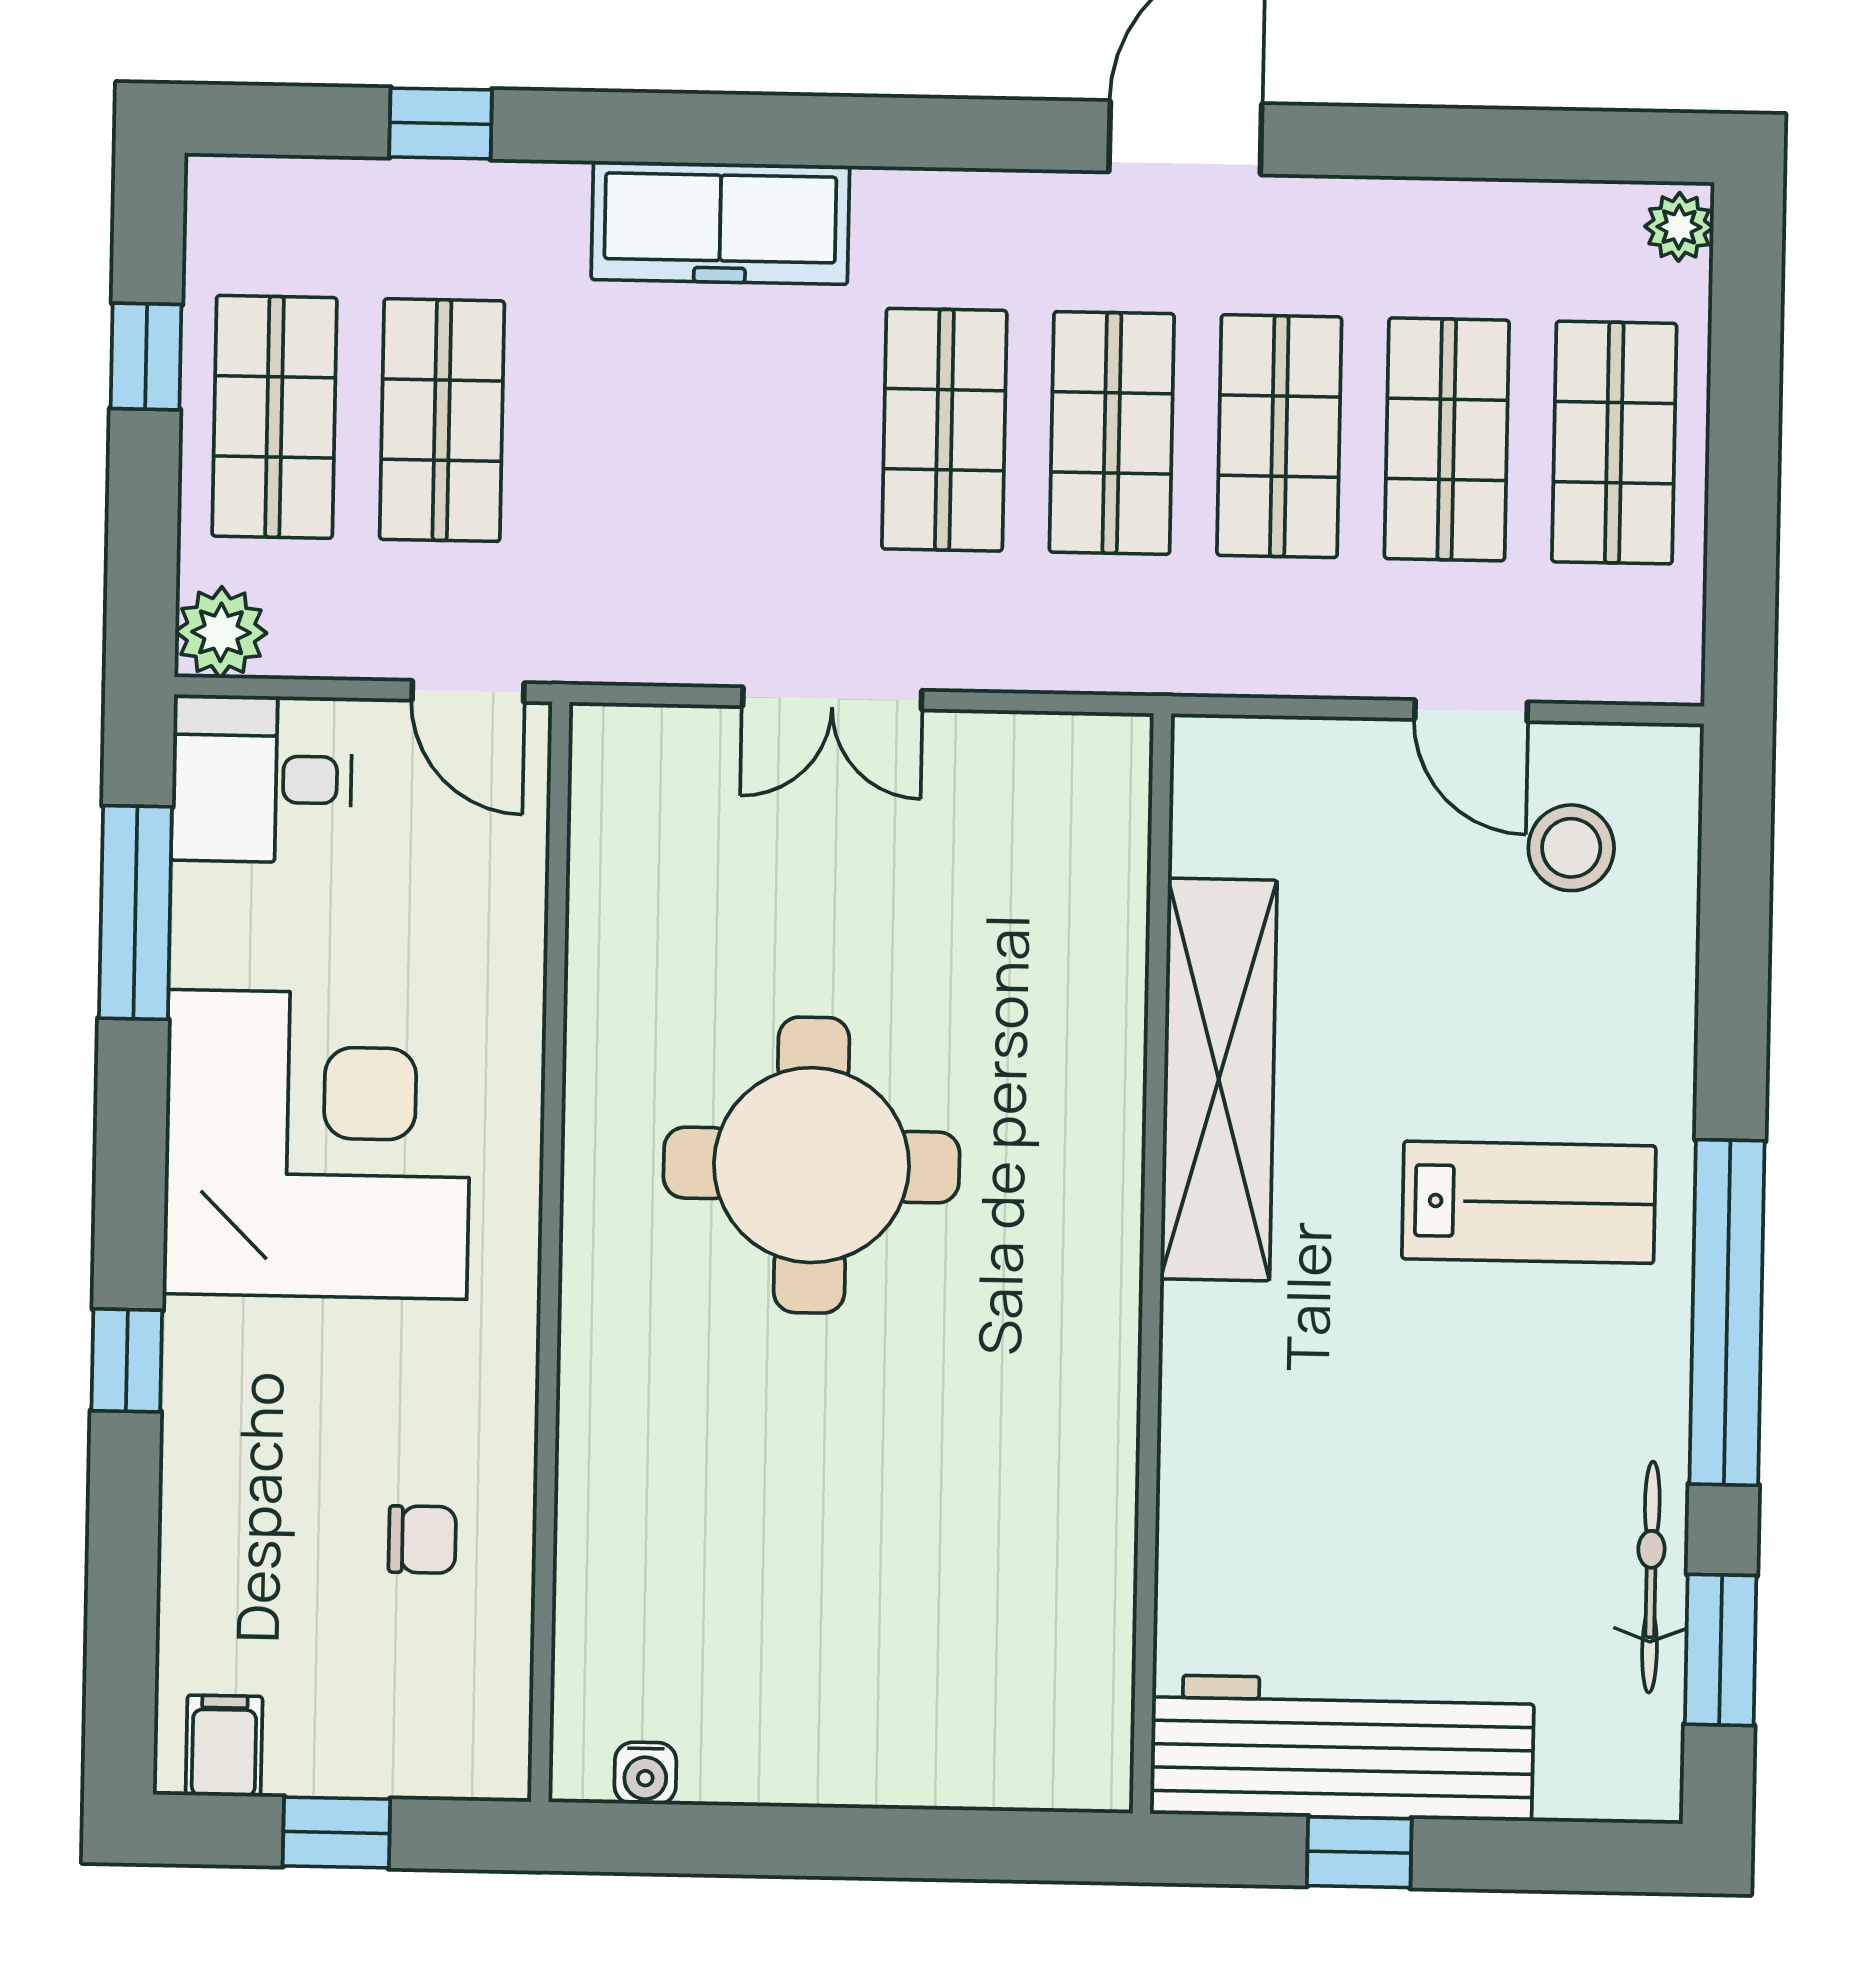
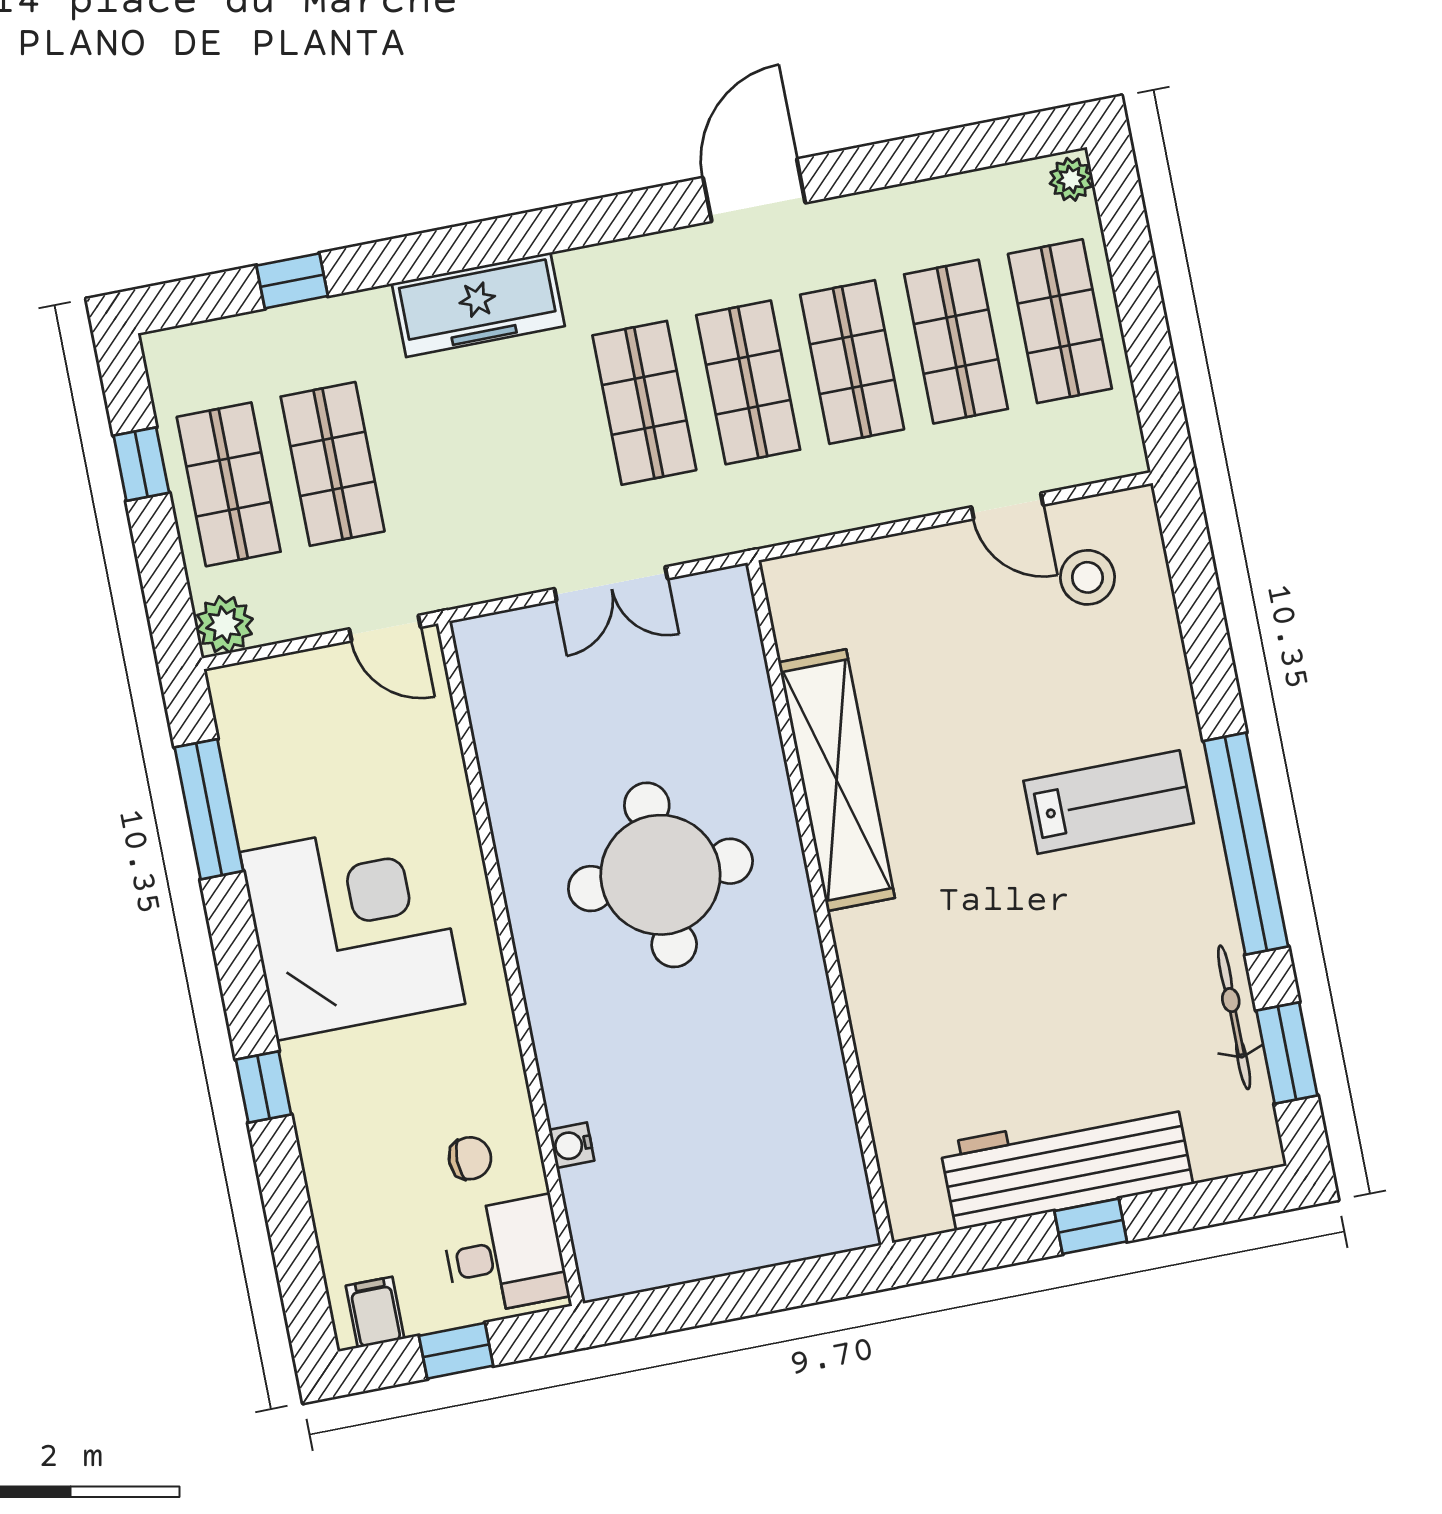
desk: (262, 779) -> (505, 1255), moved, turned 180
shelving: (1219, 1079) -> (837, 780), moved
wall: (1152, 1263) -> (820, 903), moved
water cooler: (645, 1773) -> (572, 1145), moved, turned 90

